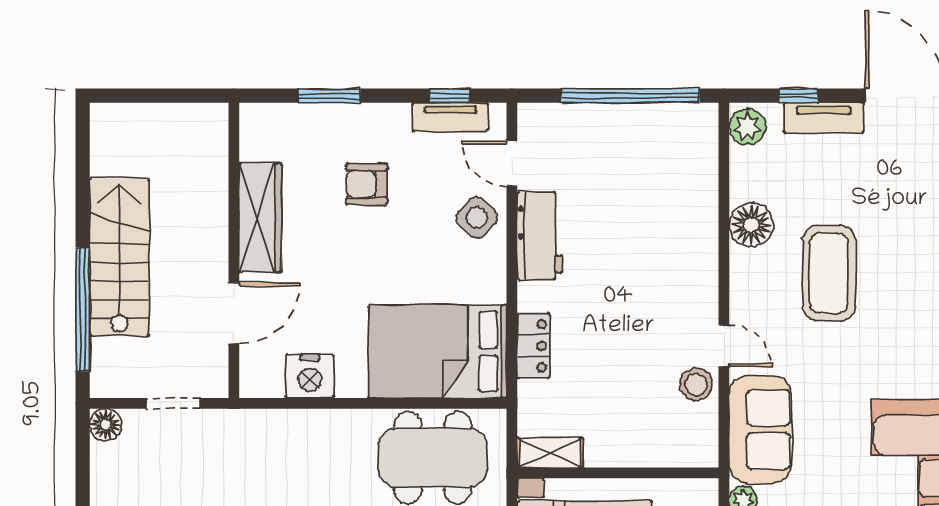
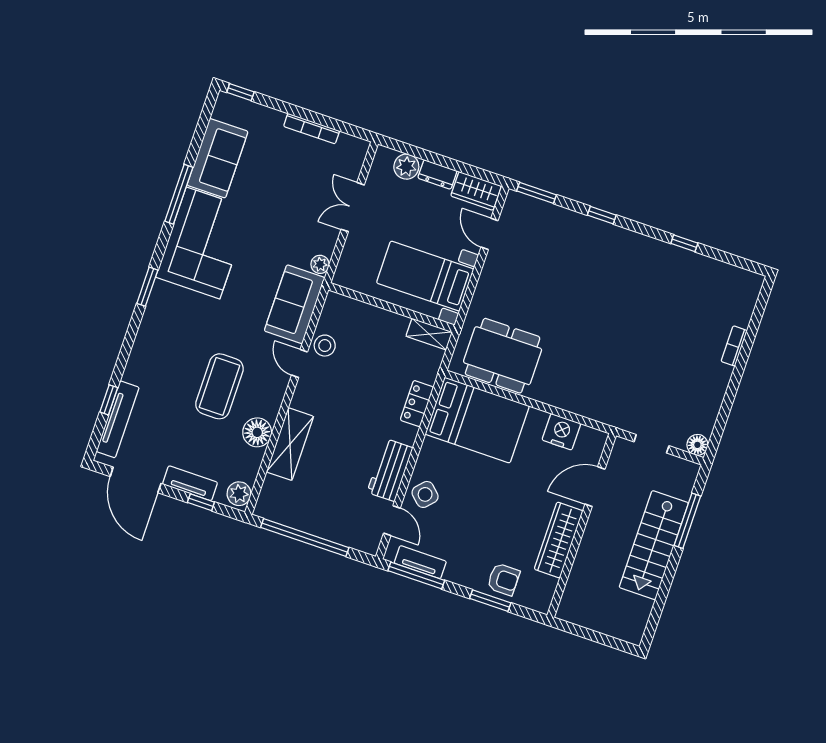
window: (449, 96) -> (416, 575), width x2.17
armchair: (367, 184) -> (503, 579), moved
shelving: (698, 224) -> (290, 444), added
window: (83, 309) -> (687, 521), width x0.68

